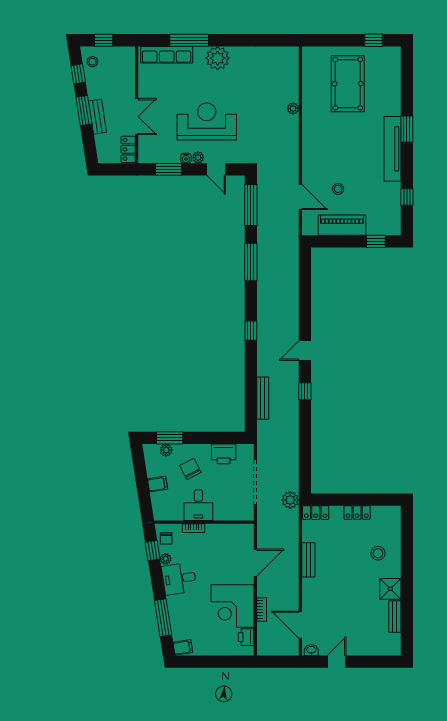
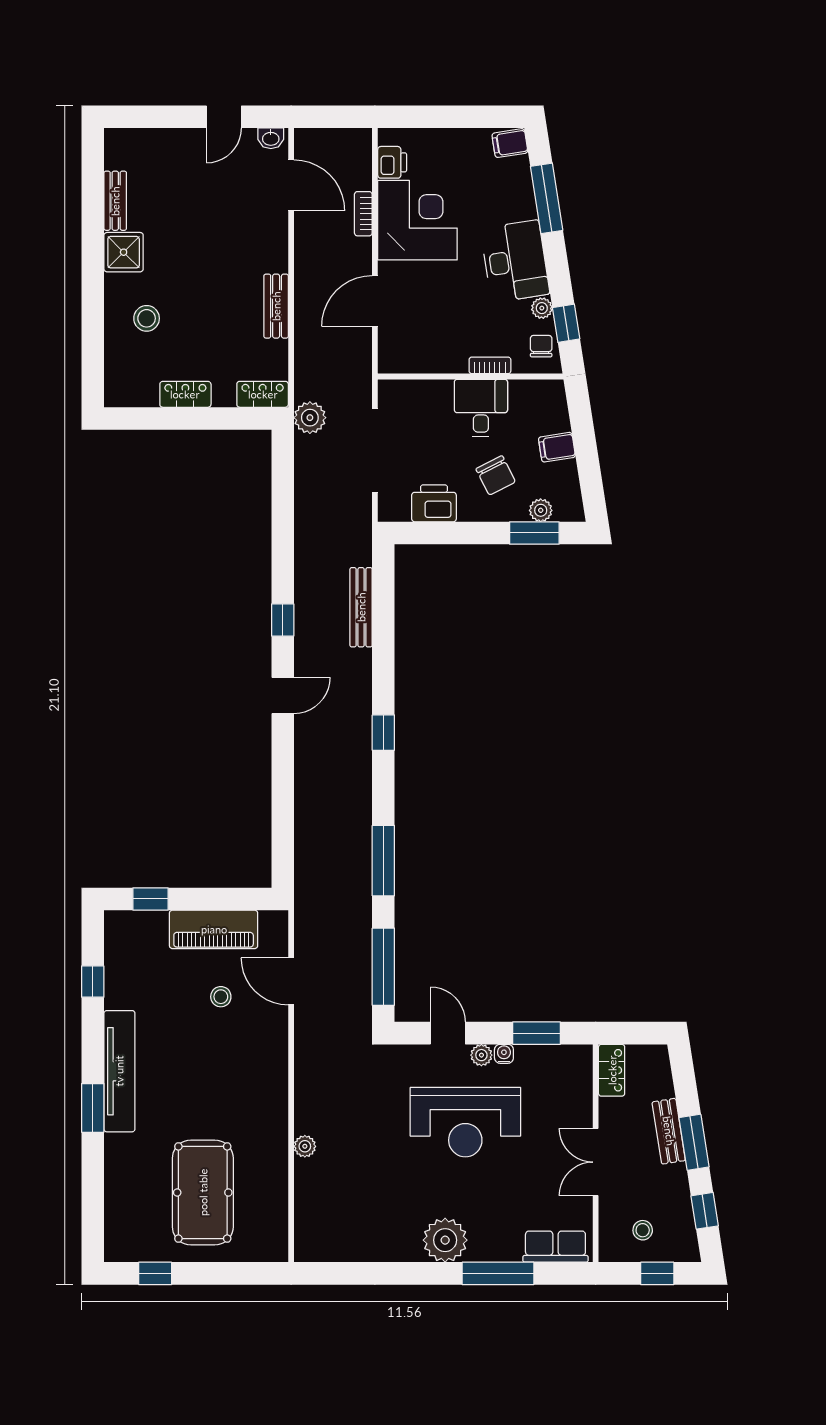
row of seats: (167, 55) -> (555, 1247), width x0.68
stool: (92, 62) -> (643, 1230), moved
double door: (137, 117) -> (596, 1162), moved
desk: (179, 579) -> (515, 261), width x1.37

